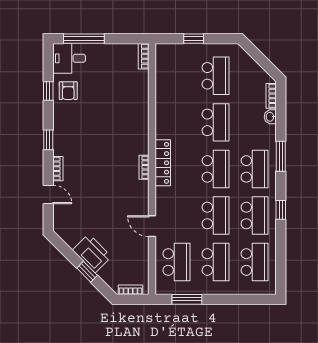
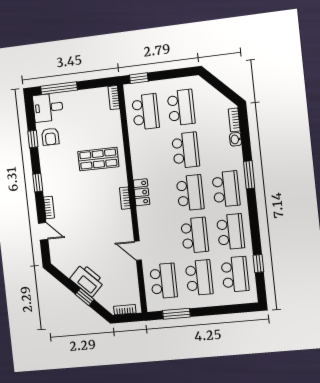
window: (194, 39) -> (139, 78), moved
school desk: (177, 76) -> (145, 112), added
shop shelf: (119, 121) -> (98, 159), added
locker: (163, 163) -> (141, 192), width x0.66
window: (281, 210) -> (258, 264), moved

